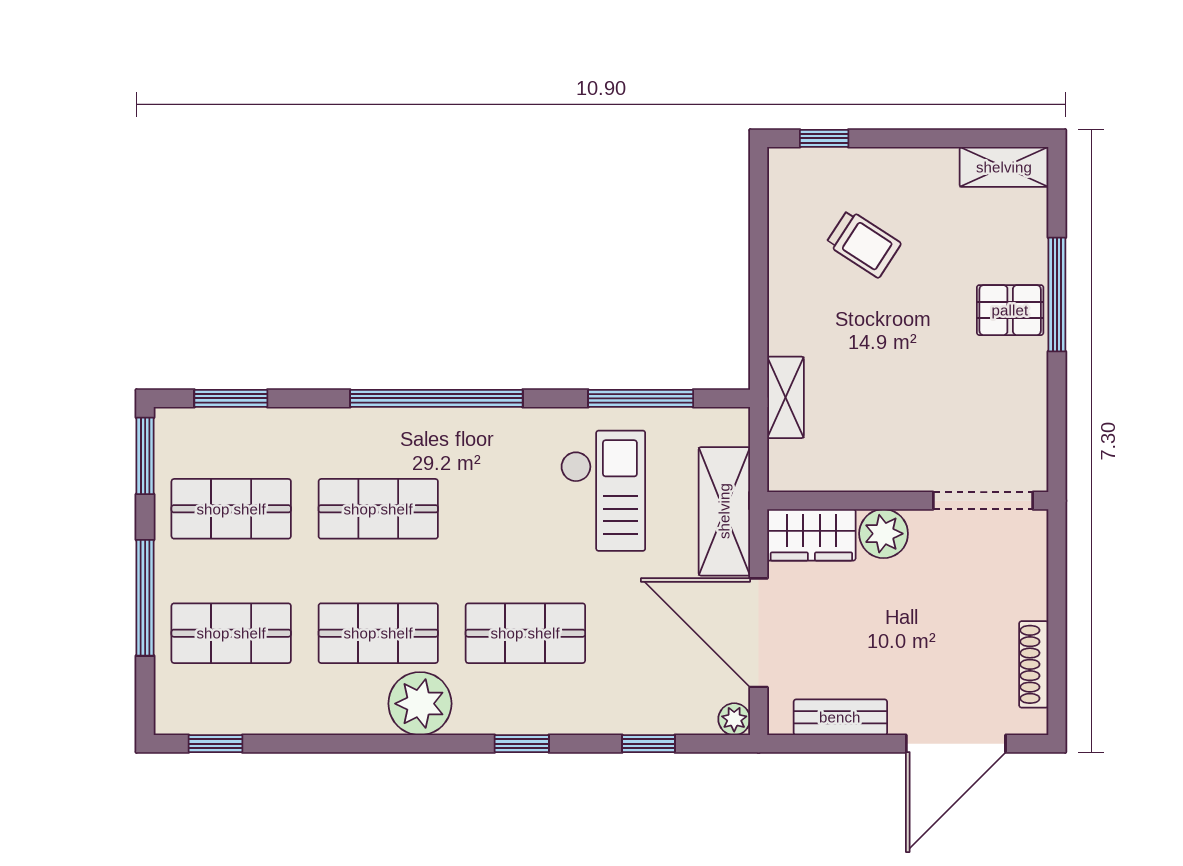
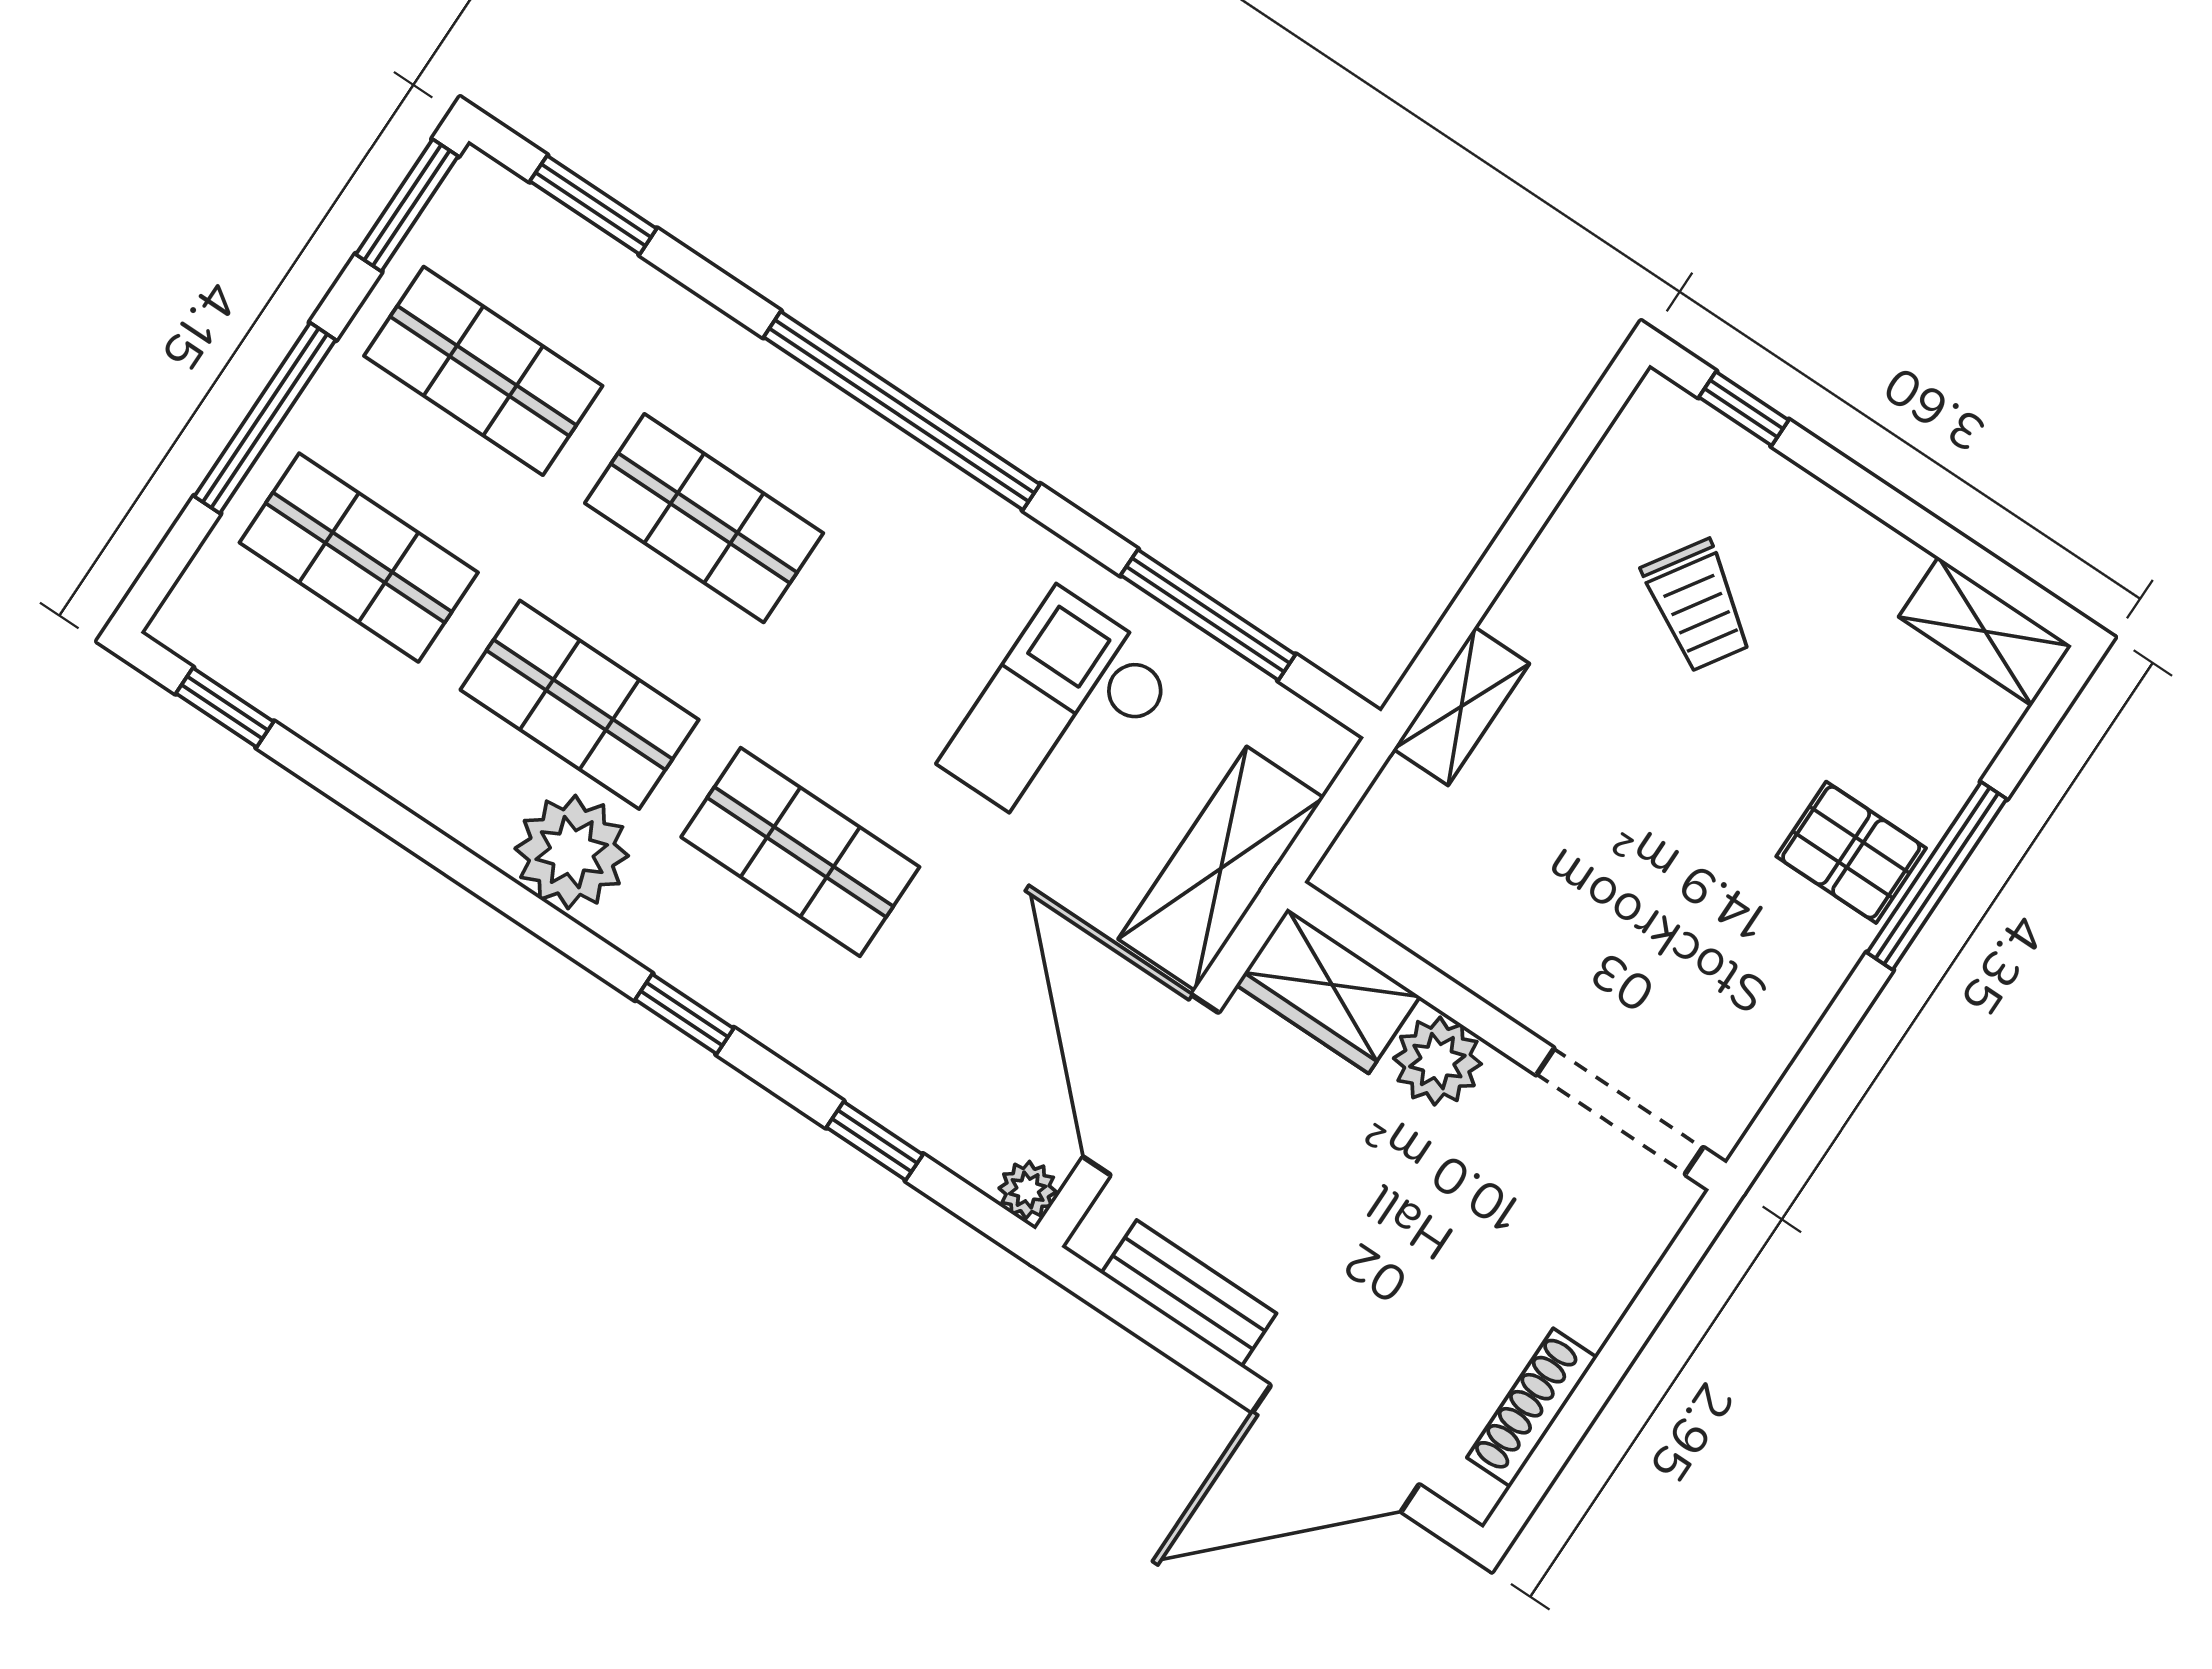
shelving: (785, 397) -> (1461, 706), moved
checkout: (603, 491) -> (1059, 716), turned 180

